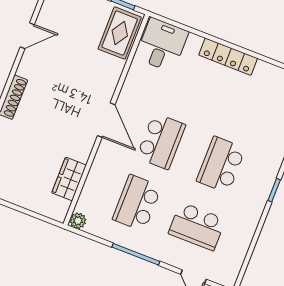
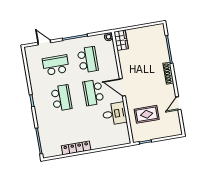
rug: (120, 33) -> (147, 114), moved, turned 90
desk: (162, 45) -> (114, 114), moved, turned -90
locker: (228, 57) -> (76, 148), moved
wardrobe: (69, 179) -> (121, 40), moved

